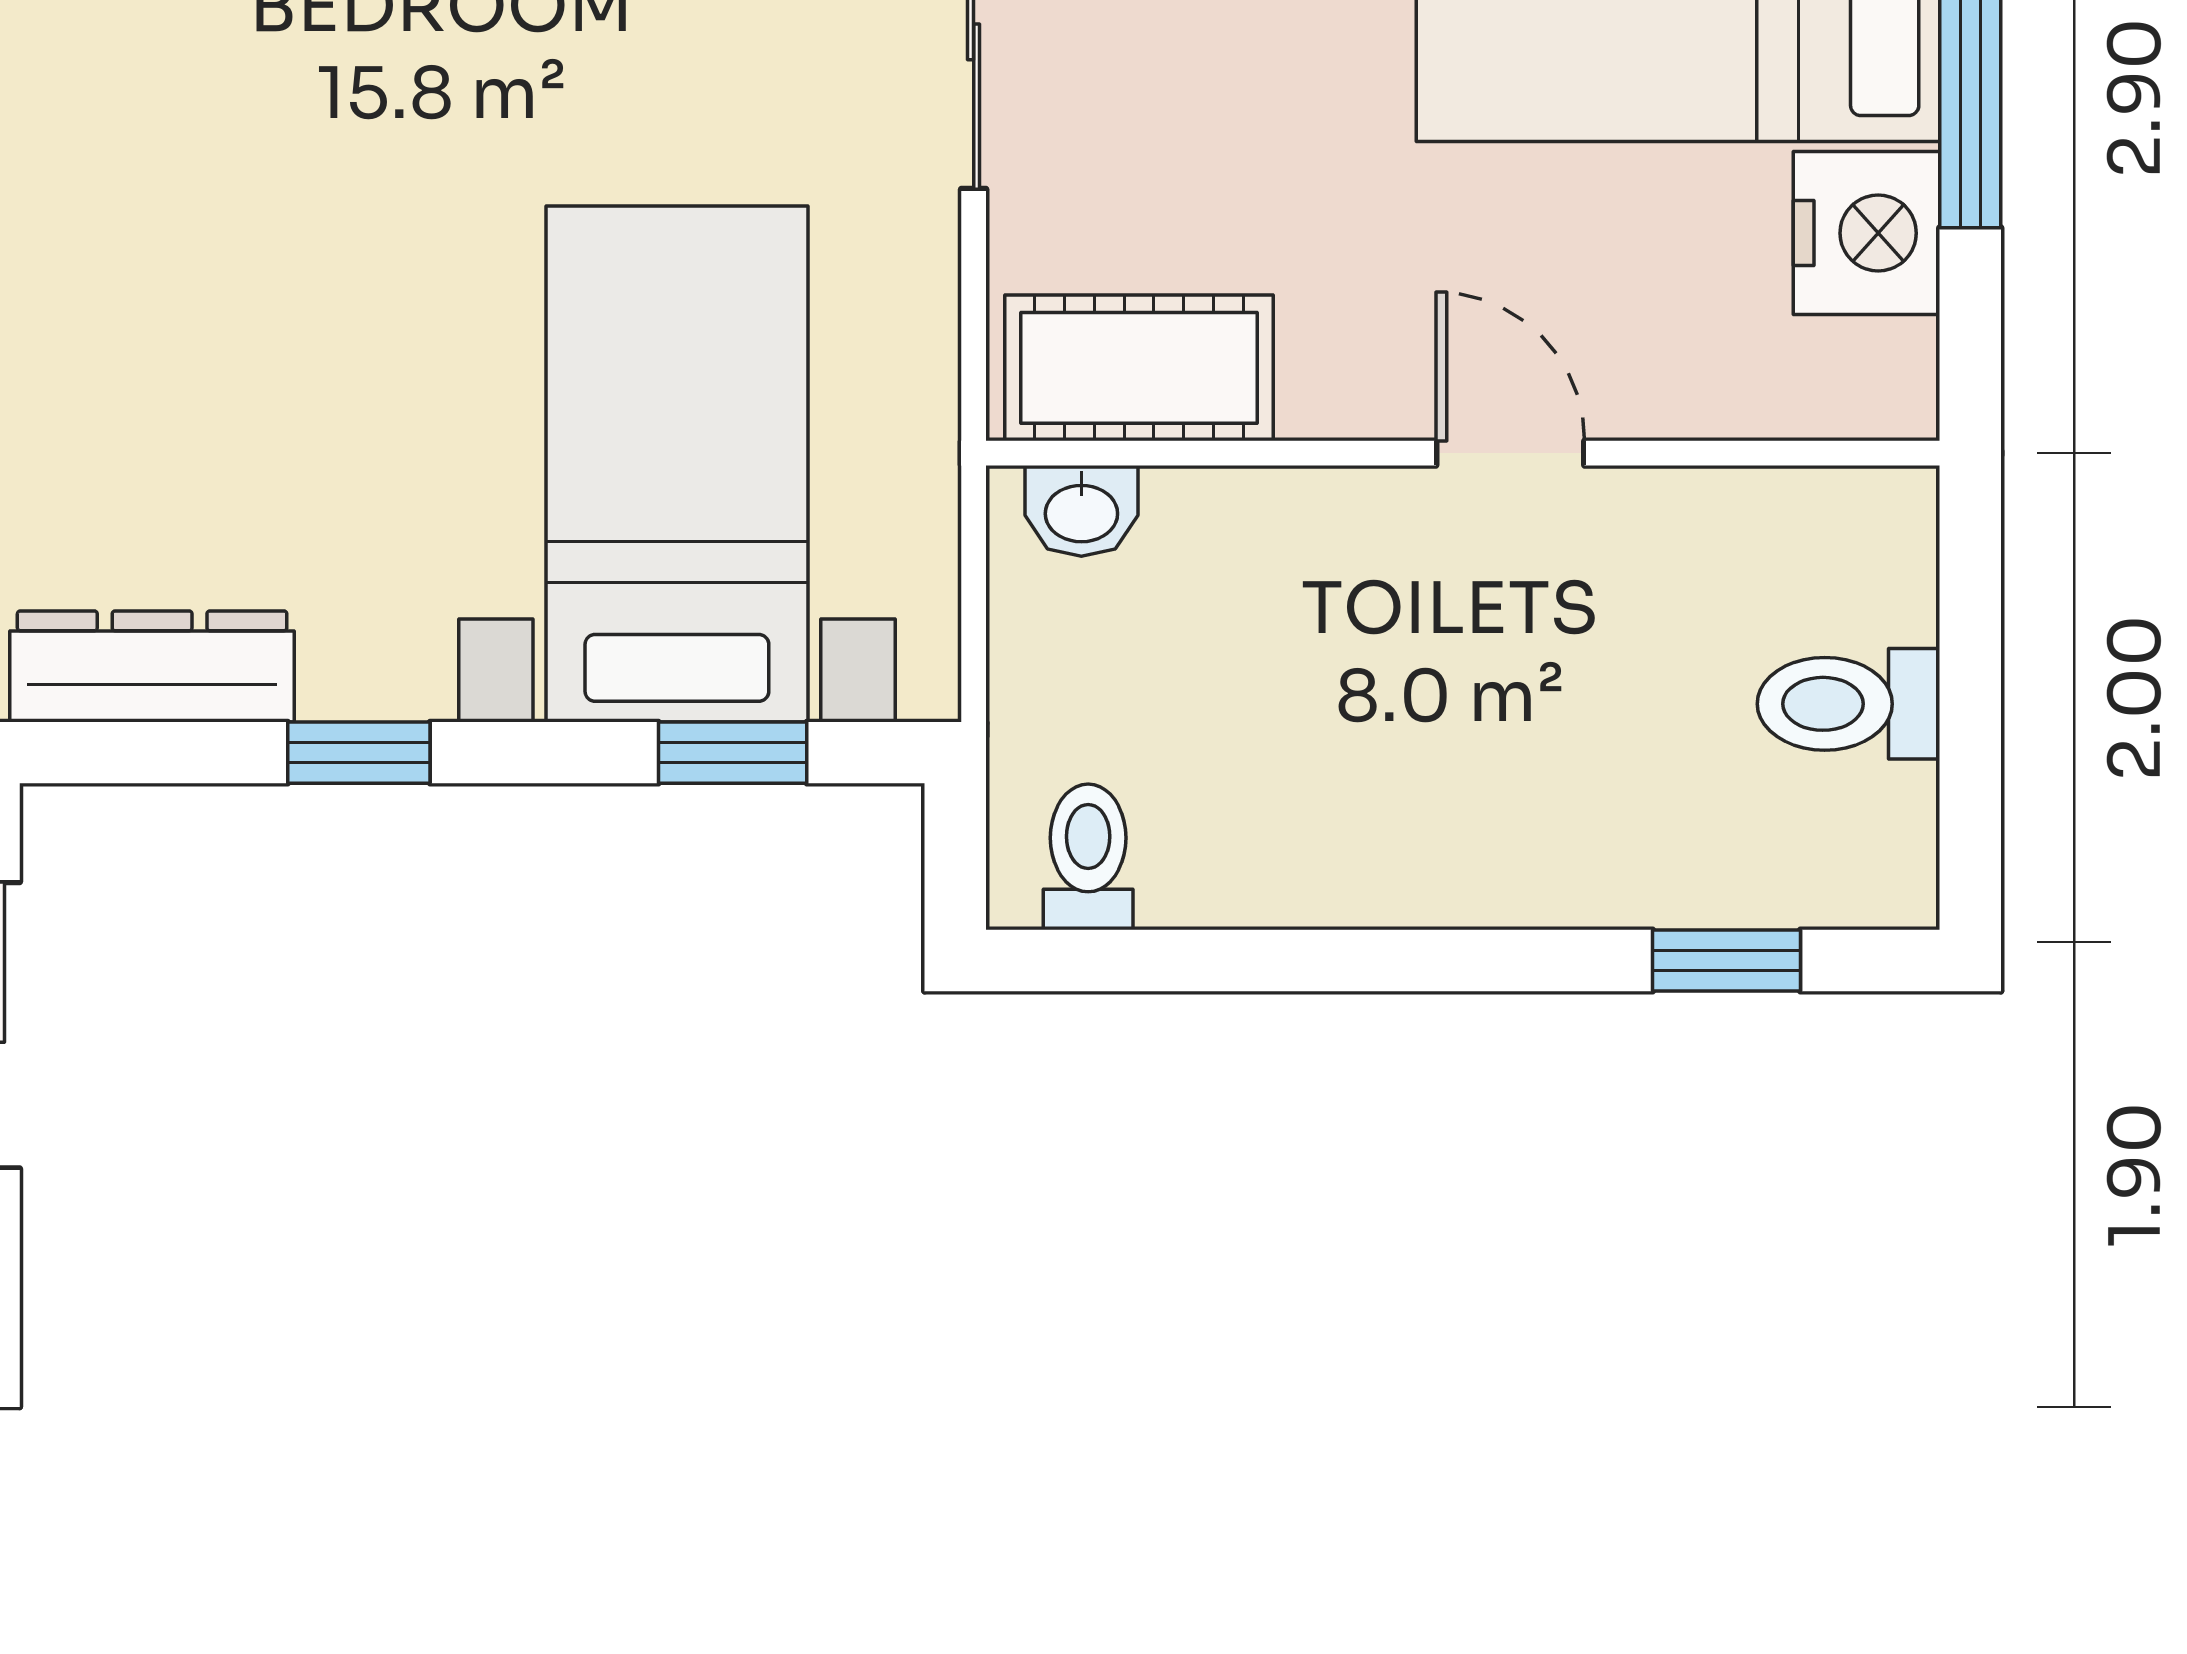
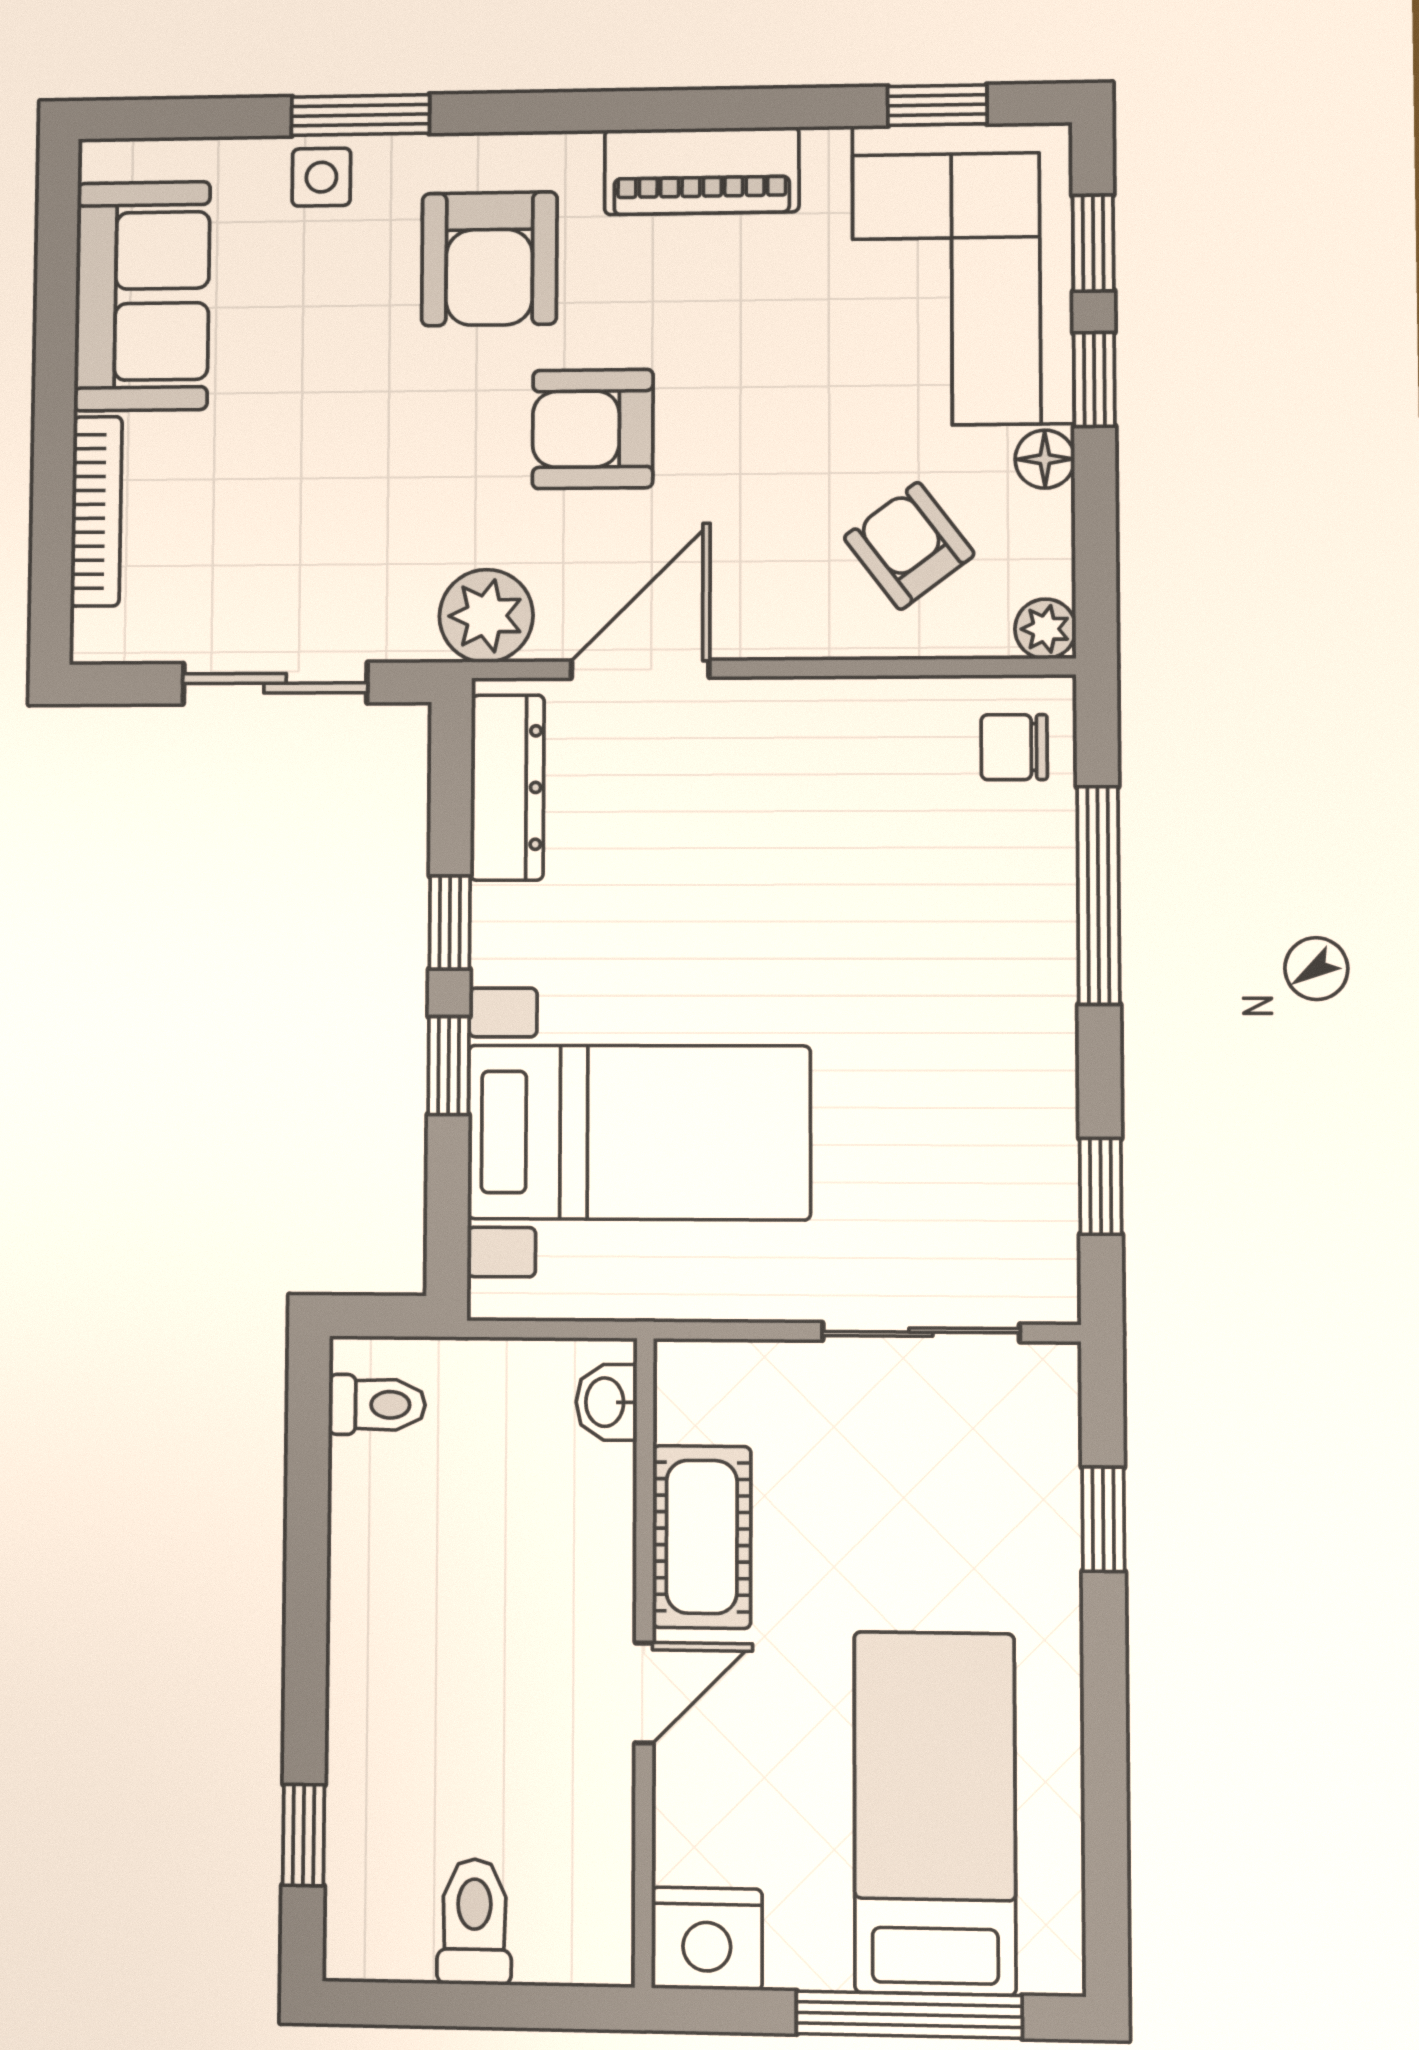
nightstand: (1866, 233) -> (707, 1939), moved
cot: (1139, 368) -> (702, 1537), moved
window: (733, 753) -> (449, 1066), moved

